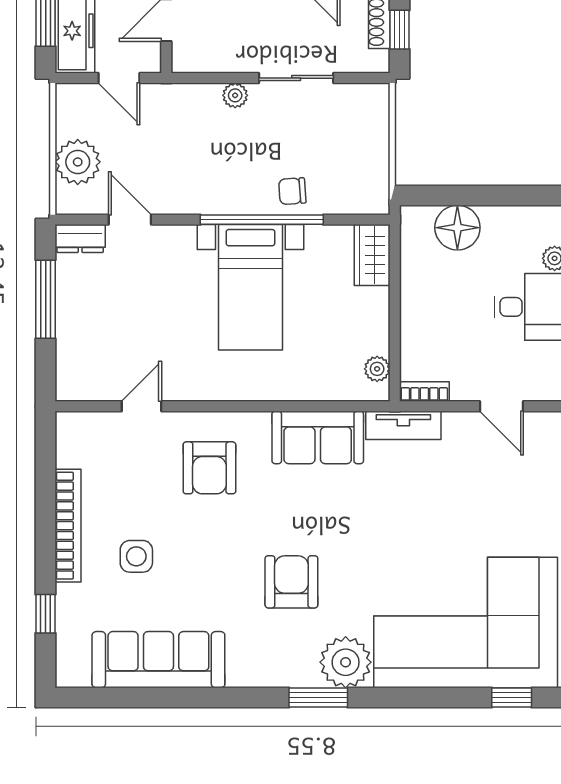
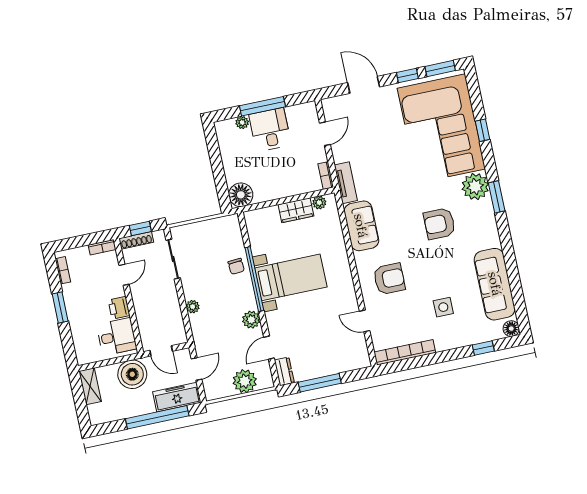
sliding door: (296, 78) -> (173, 259), moved
plant: (188, 198) -> (251, 320), added
floor lamp: (457, 228) -> (241, 195), moved
wardrobe: (372, 255) -> (296, 210), moved
bookcase: (68, 526) -> (405, 352), moved
floor lamp: (70, 673) -> (511, 329), added
window: (512, 697) -> (482, 130), moved

